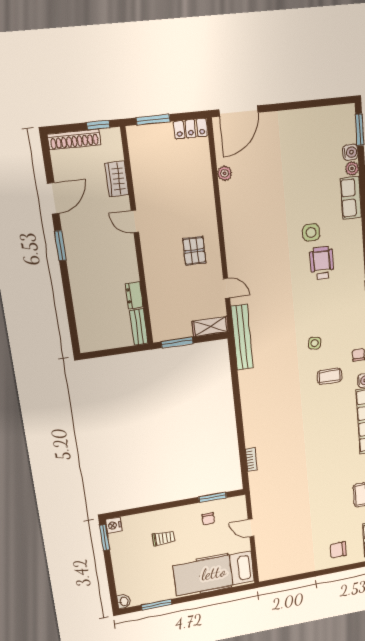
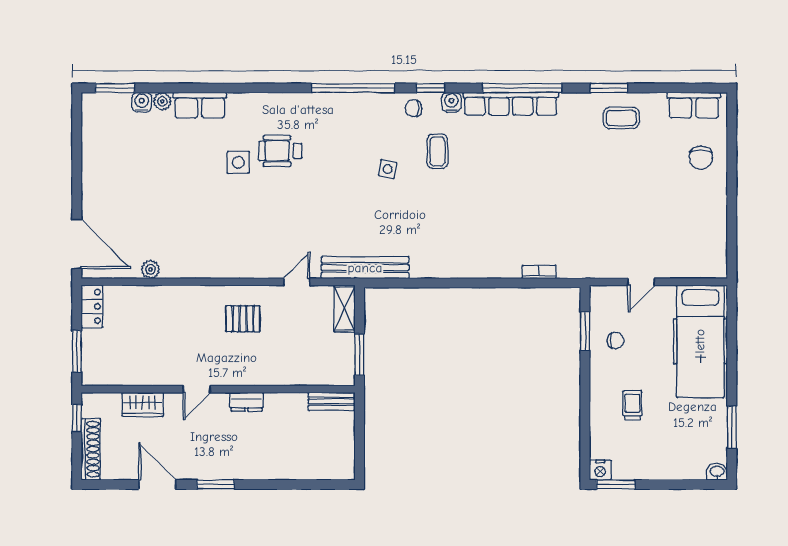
dresser: (134, 295) -> (247, 402), moved

